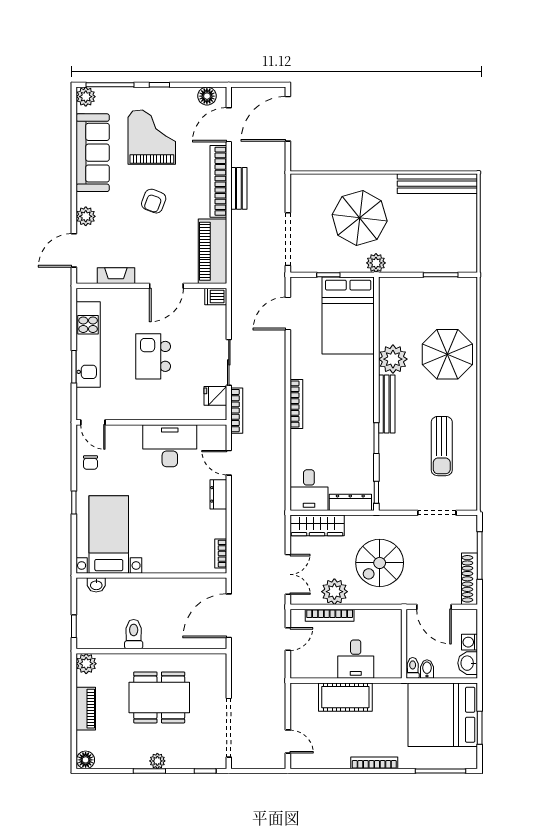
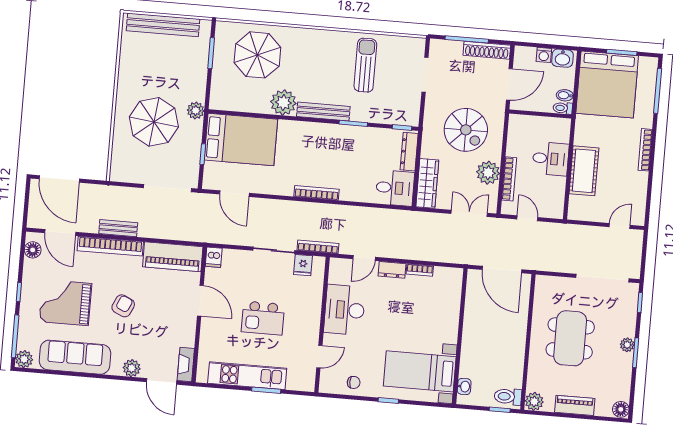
bench: (437, 184) -> (163, 25), moved, turned 90
armchair: (154, 201) -> (123, 306), turned -86
fireplace: (116, 276) -> (186, 365), moved
parasol: (447, 354) -> (257, 55), moved
door: (93, 422) -> (319, 357), moved
sun lounger: (442, 446) -> (365, 65), turned -90
bookcase: (221, 554) -> (420, 270), moved
toilet: (134, 634) -> (508, 397), moved

